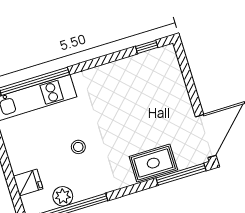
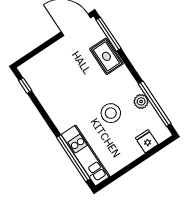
stool: (78, 147) -> (111, 113), width x1.89, depth x1.89
plant: (63, 196) -> (141, 101), moved

